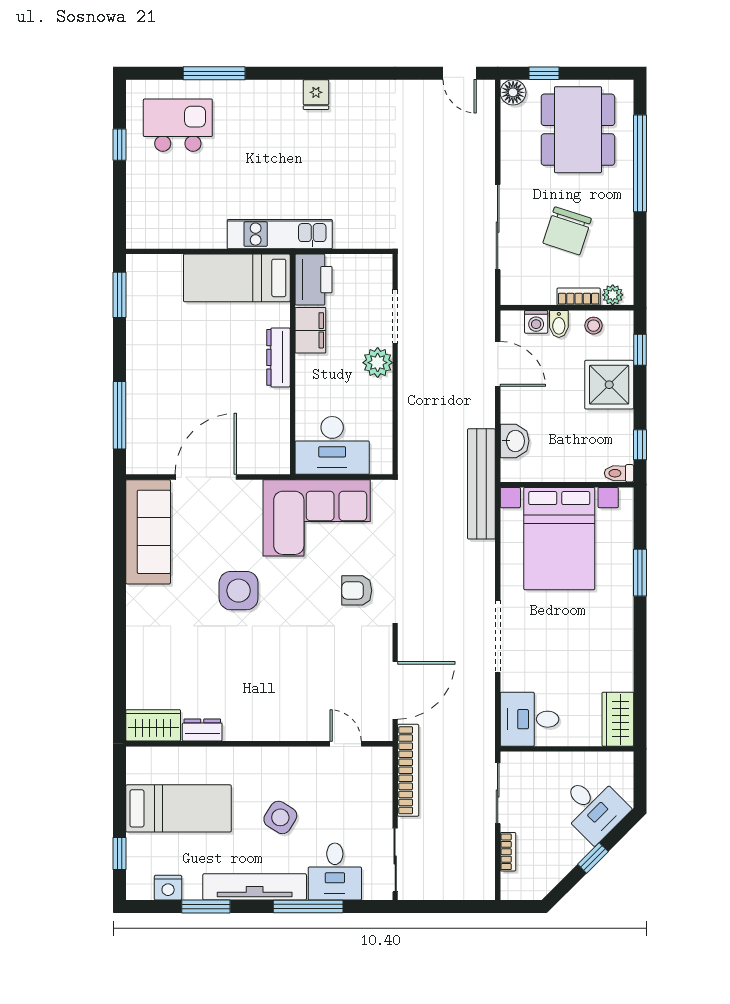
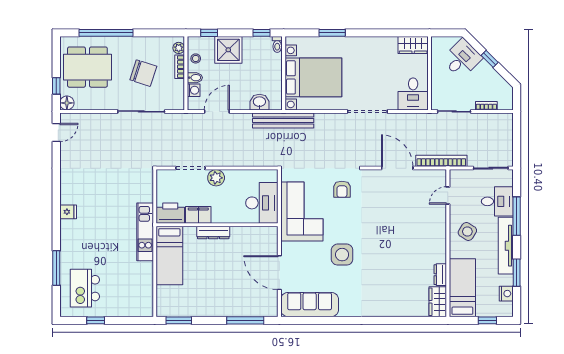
wardrobe: (153, 725) -> (438, 302), moved
dresser: (202, 730) -> (440, 275), moved
wall: (259, 744) -> (448, 243), moved
door: (346, 744) -> (448, 195), moved

